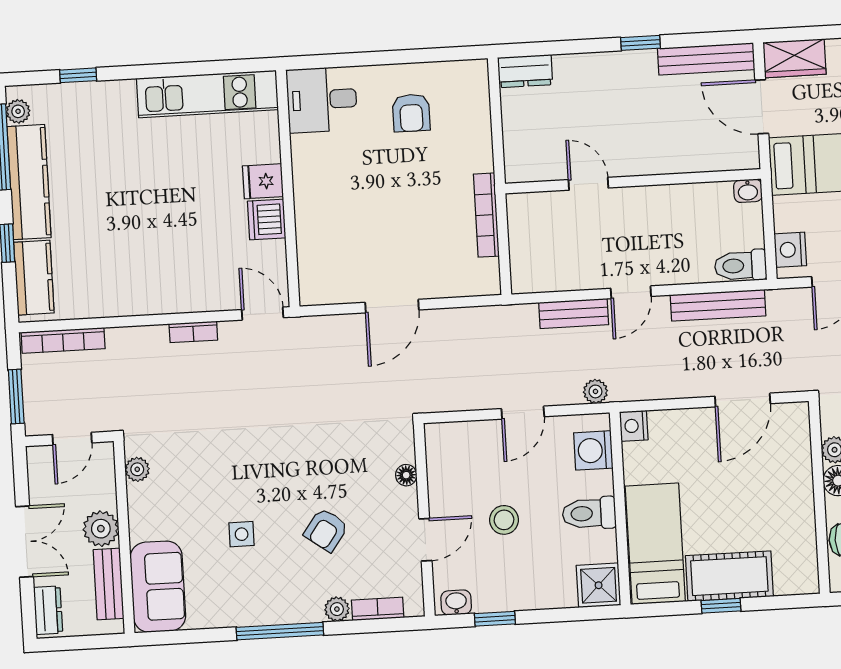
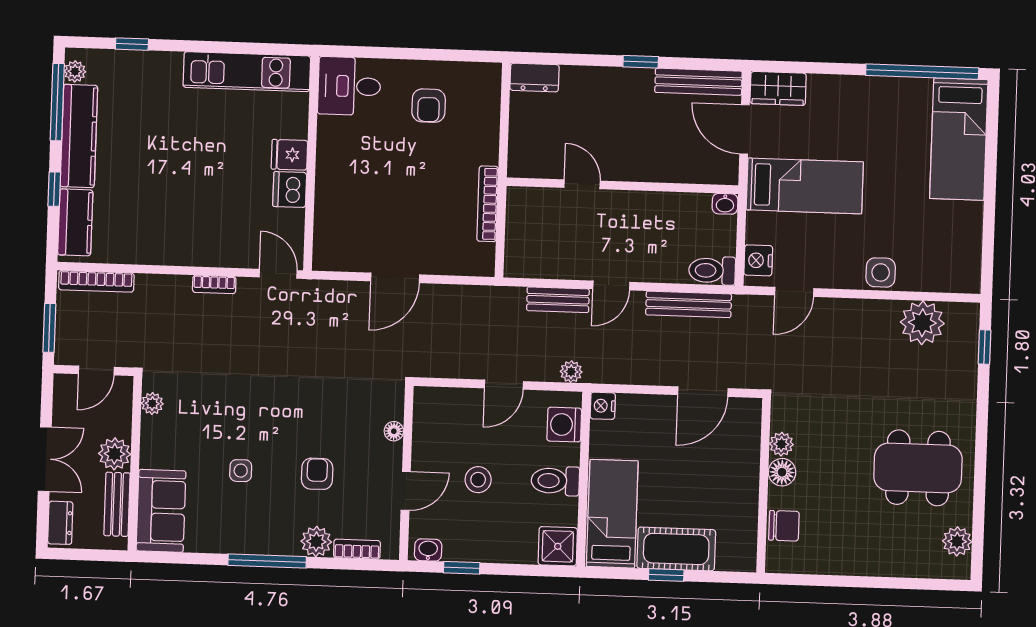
armchair: (326, 530) -> (317, 474), turned 144
plant: (337, 609) -> (316, 542), width x1.38, depth x1.38

